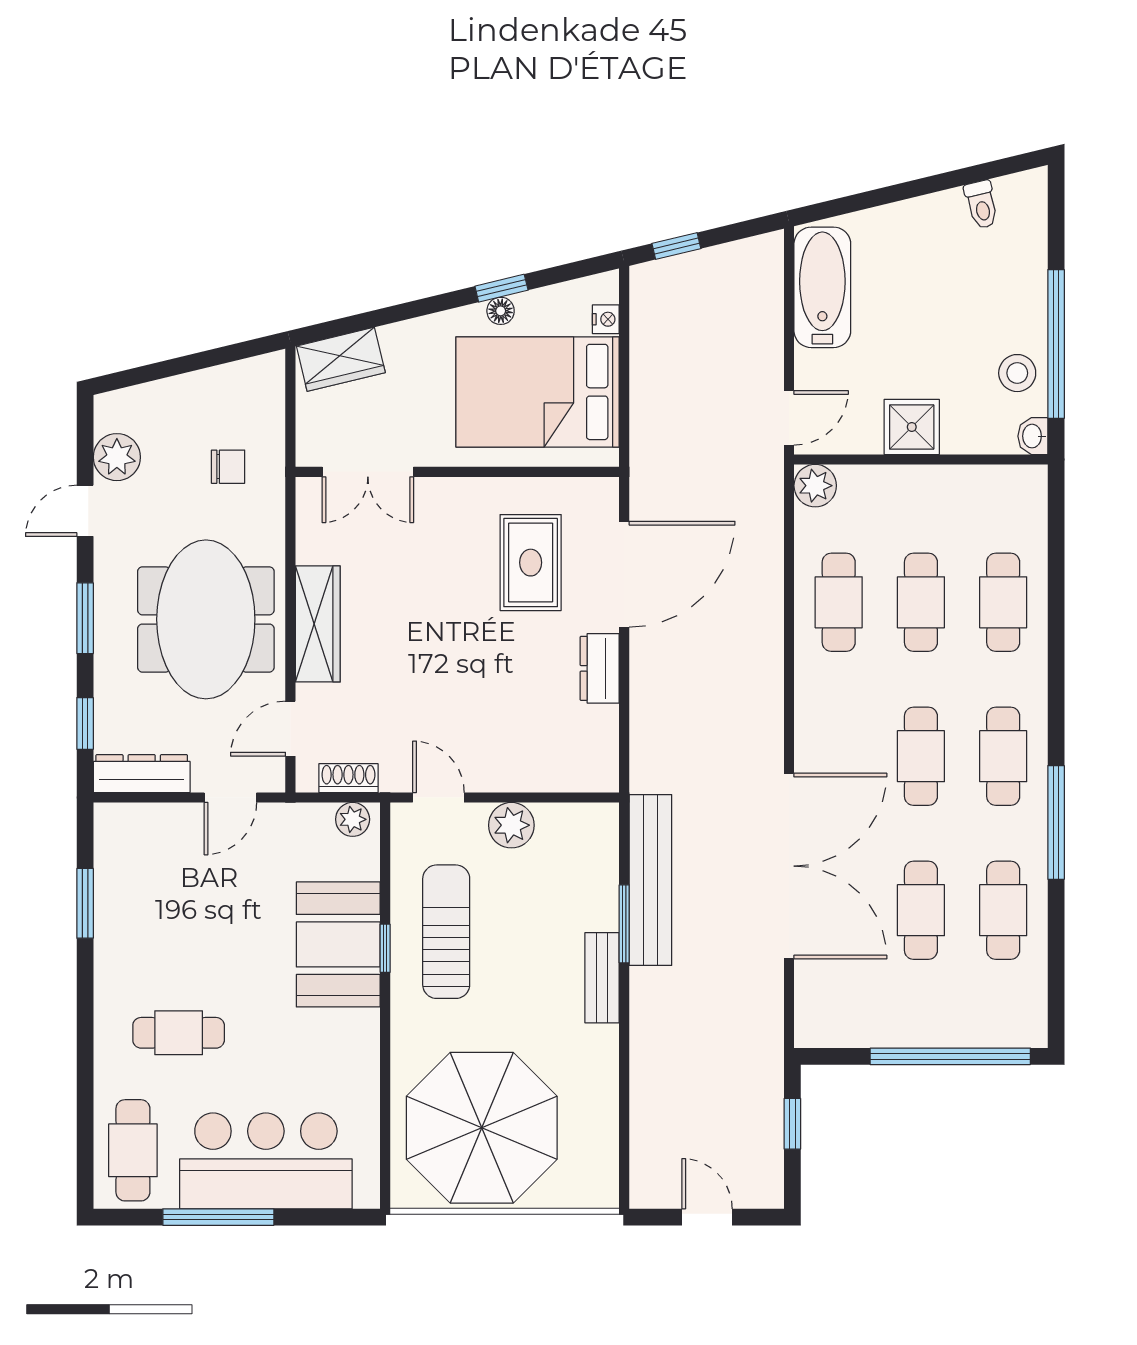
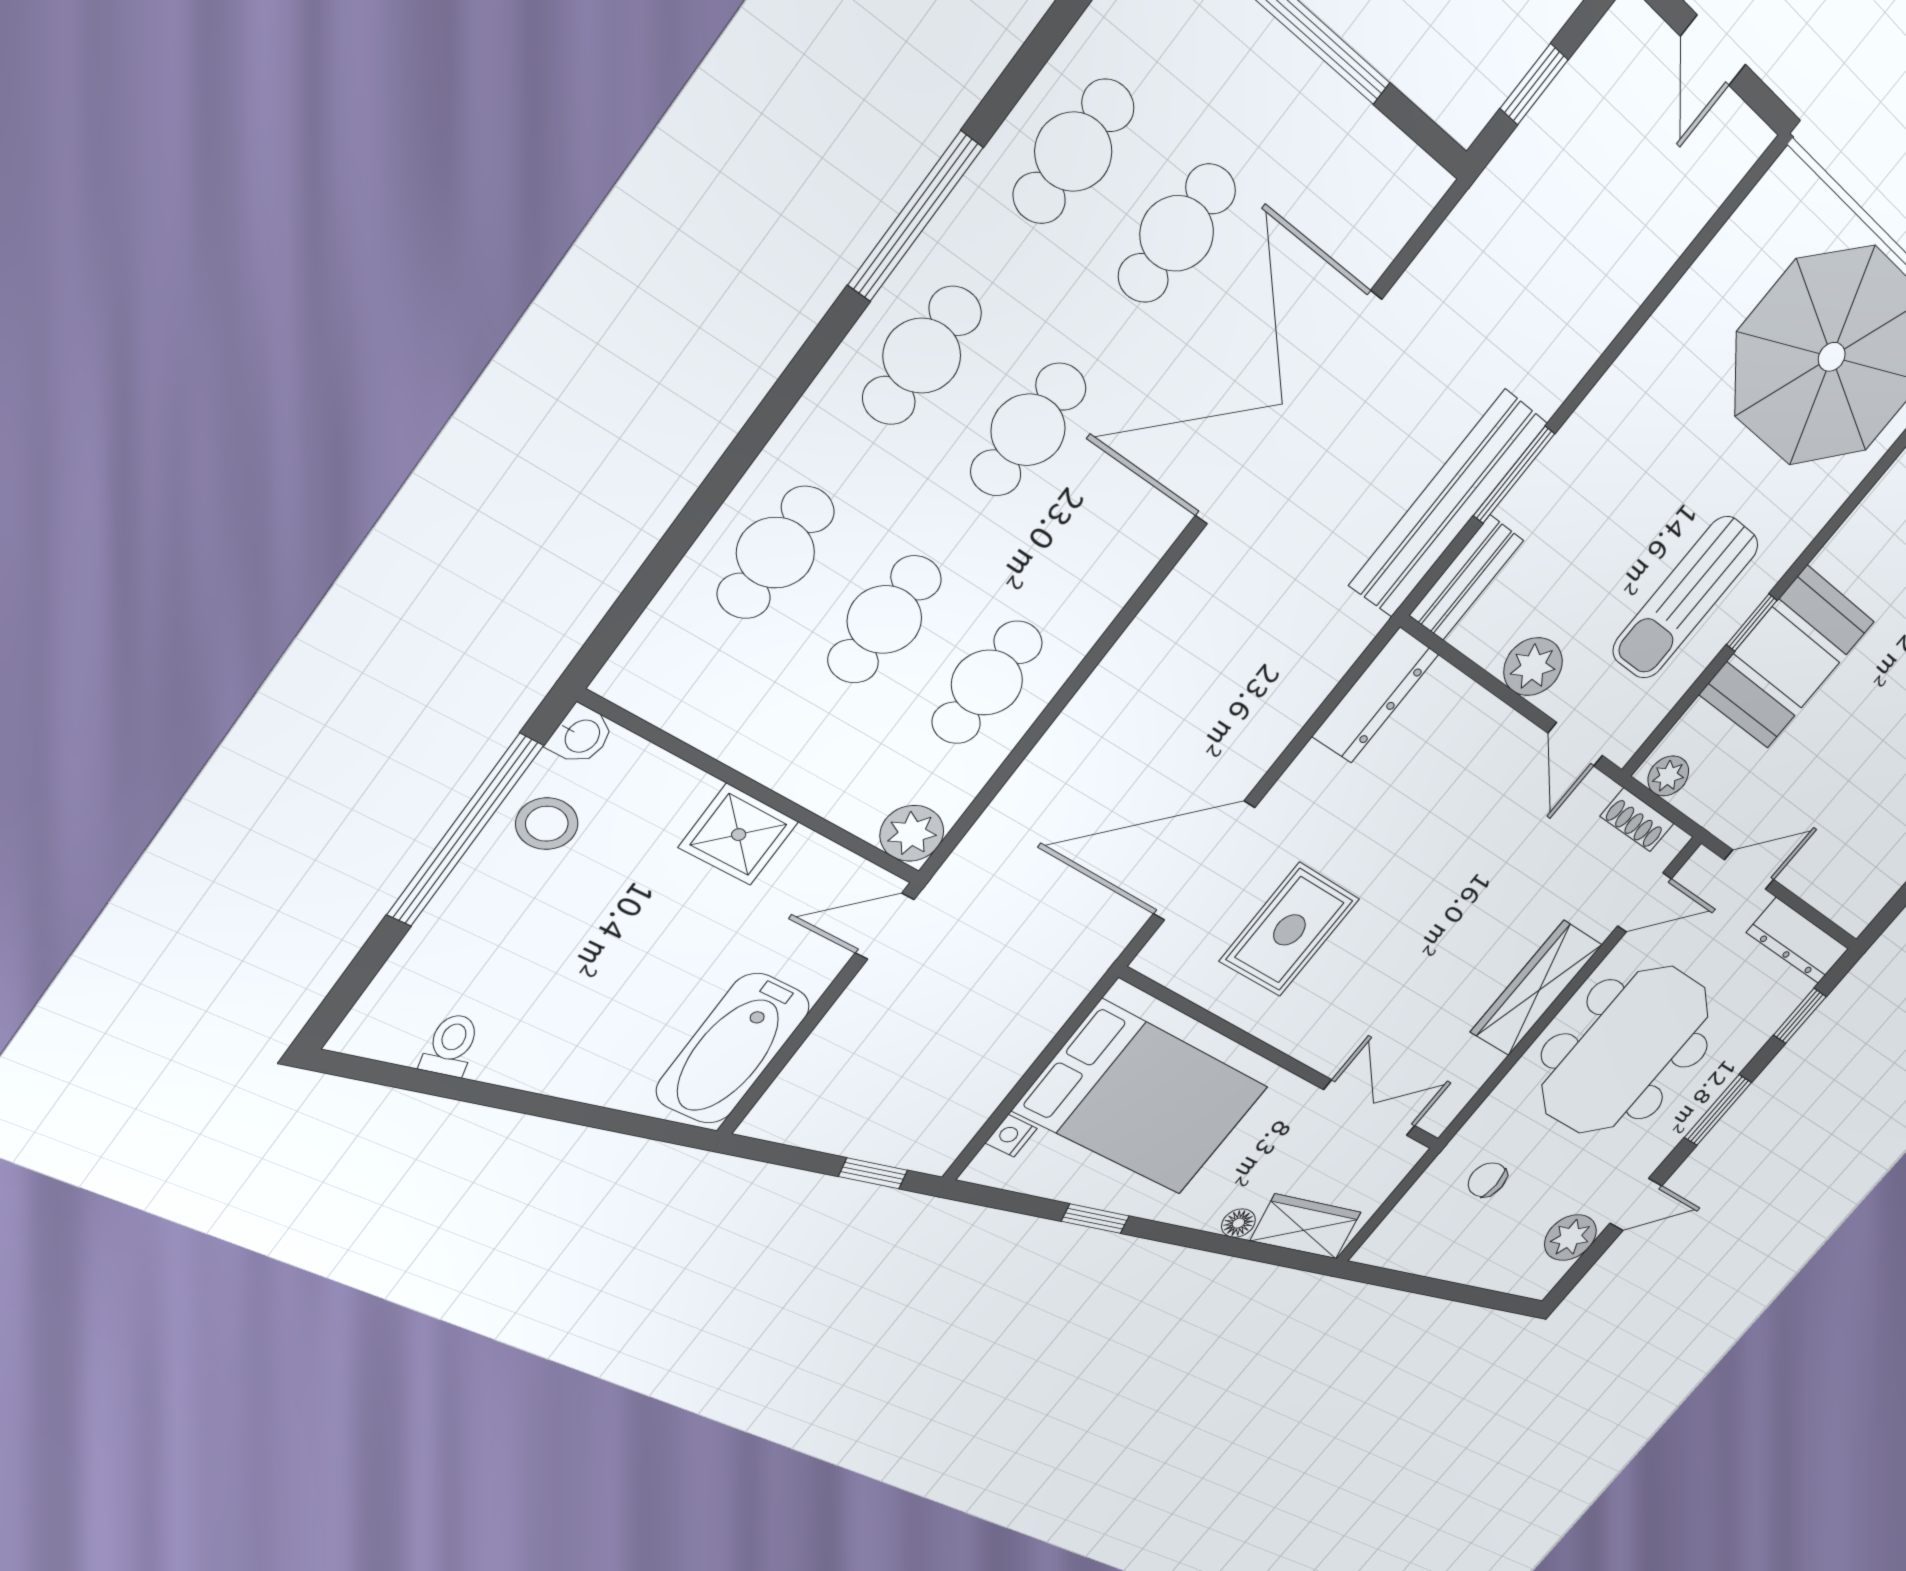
floor lamp: (501, 311) -> (1238, 1223), moved
dresser: (600, 668) -> (1375, 695), moved, width x1.44
bench: (602, 978) -> (1466, 578), moved

